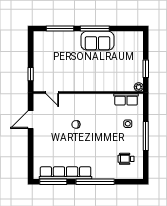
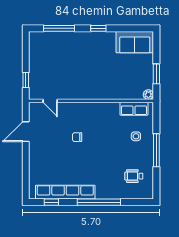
window: (95, 29) -> (98, 28), width x0.46
sofa: (97, 41) -> (135, 42), moved
window: (53, 182) -> (51, 202), width x0.46

